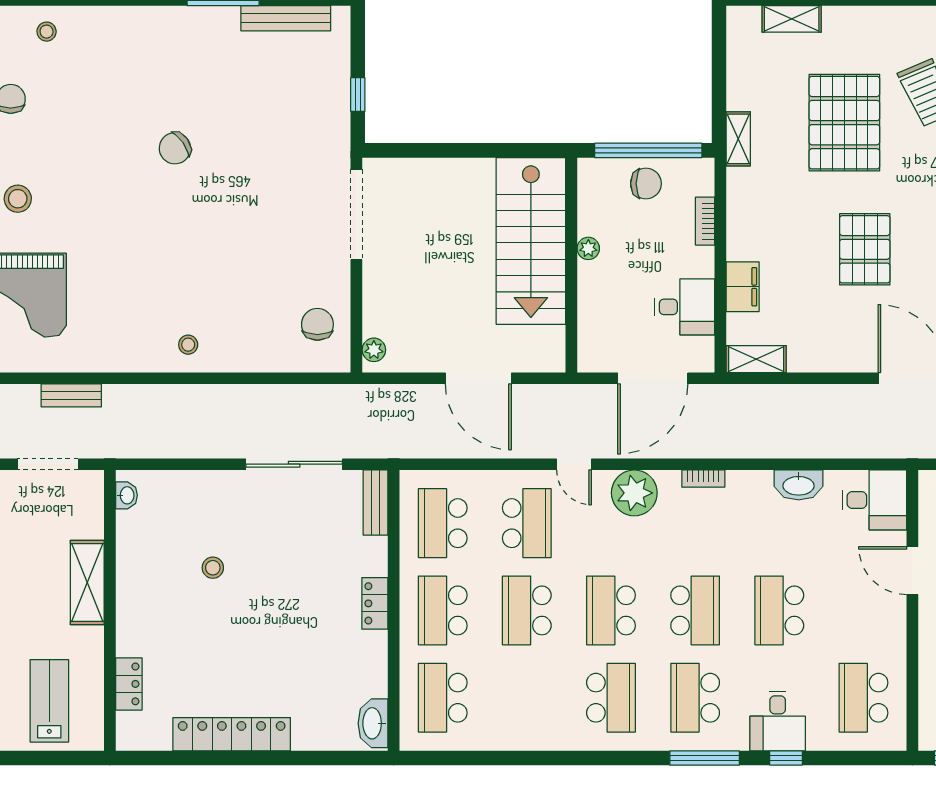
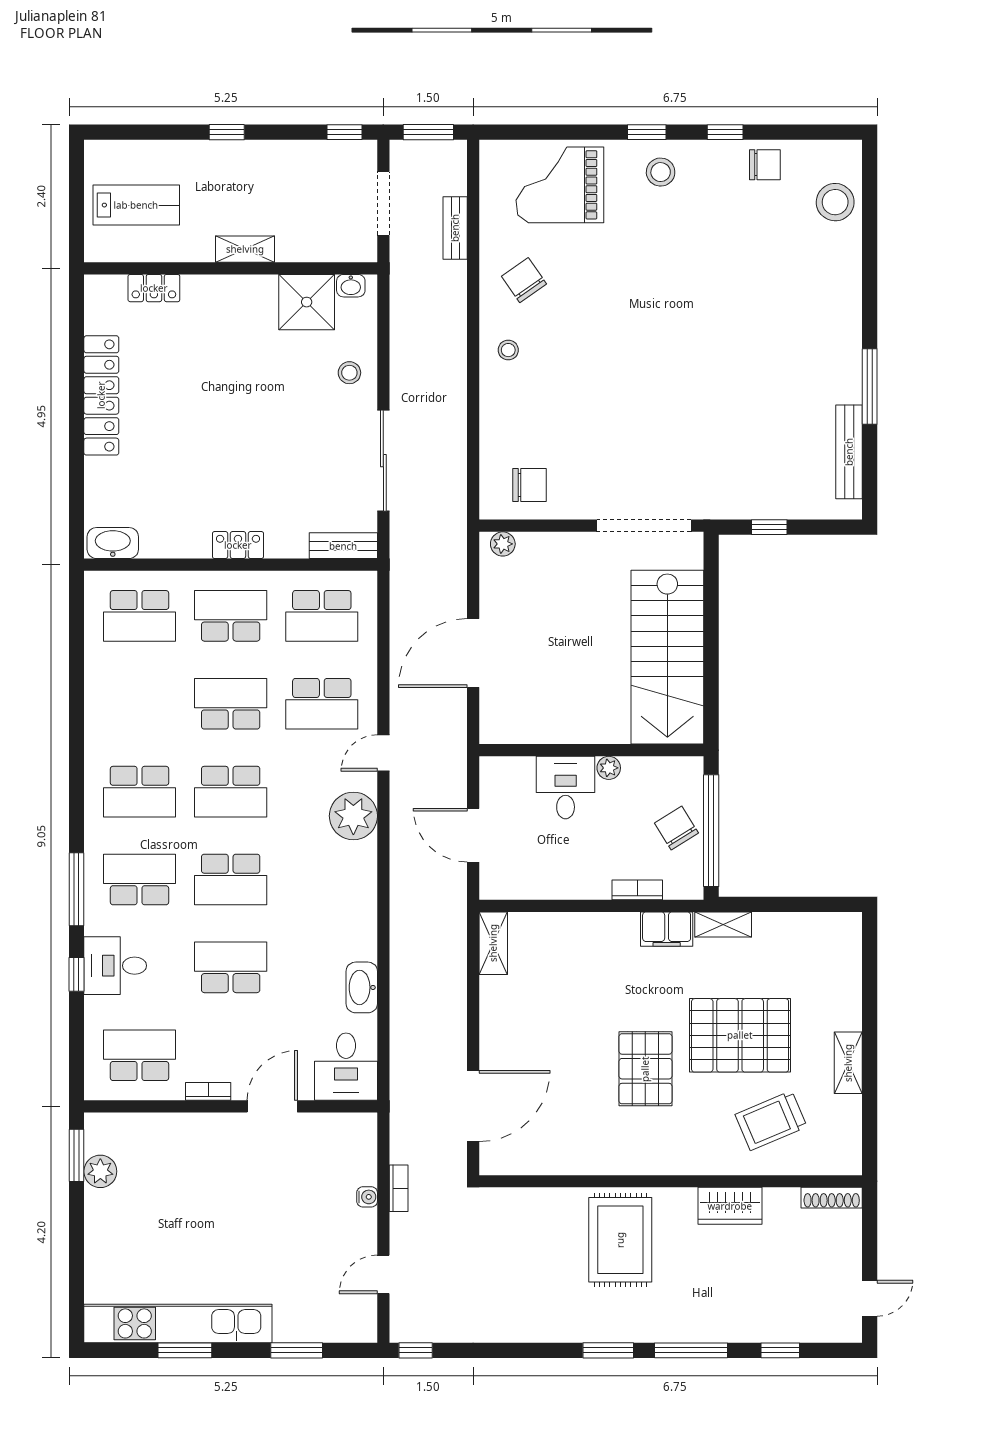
shelving: (792, 19) -> (848, 1063), moved
stool: (47, 32) -> (835, 202), width x1.89, depth x1.89
chair: (175, 148) -> (524, 280), moved
chair: (646, 184) -> (676, 828), turned 148
stairs: (531, 241) -> (667, 657), moved, turned -90
pallet: (865, 249) -> (645, 1069), moved, turned 90
filing cabinet: (743, 287) -> (667, 929), moved
desk: (685, 307) -> (566, 788), moved, turned 180
door: (653, 378) -> (473, 835), width x0.73
bookcase: (703, 479) -> (208, 1091), moved, turned 90
school desk: (443, 523) -> (322, 616), turned 180
shower: (142, 538) -> (307, 302), added
stool: (213, 568) -> (349, 373), moved
shelving: (87, 583) -> (245, 249), width x0.67, depth x0.75
school desk: (611, 610) -> (231, 792), turned 180
school desk: (443, 698) -> (139, 616), turned 180

